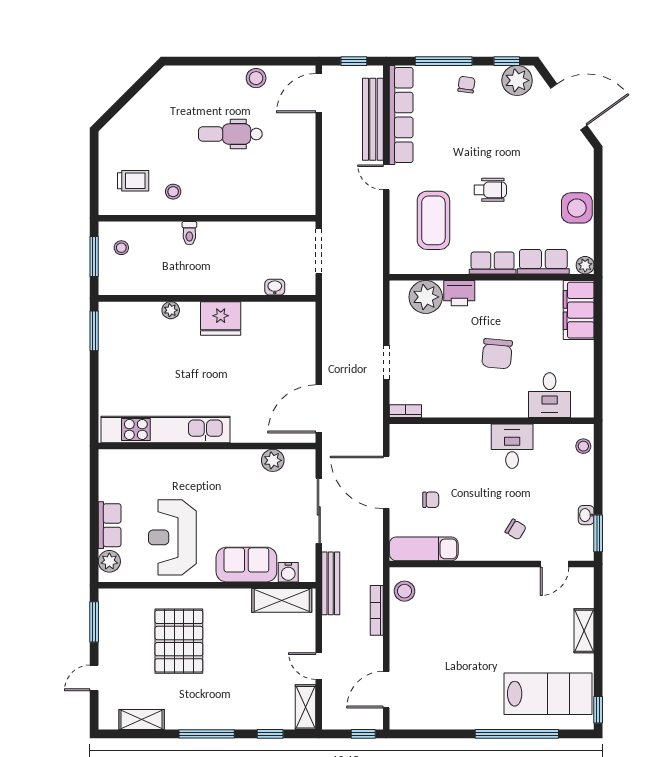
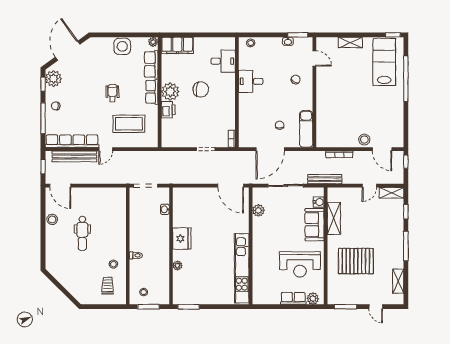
plant: (426, 297) -> (170, 92), moved
stool: (404, 591) -> (364, 140), moved
shelving: (282, 600) -> (334, 218), moved

